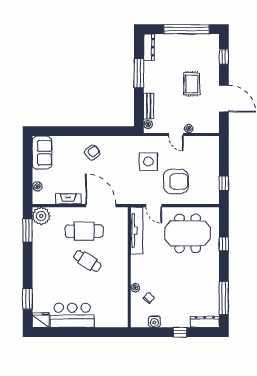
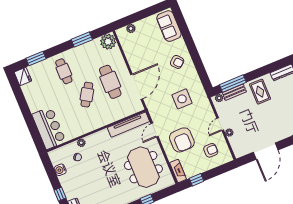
window: (139, 73) -> (233, 83), moved
rug: (192, 84) -> (260, 92), moved, turned 90
sofa: (42, 153) -> (169, 26), moved, turned 90
armchair: (199, 156) -> (211, 150), added
side table: (148, 162) -> (182, 99), moved
fireplace: (68, 199) -> (178, 171), moved
window: (28, 230) -> (82, 39), moved
cafe table: (53, 275) -> (64, 71), added
bar counter: (72, 315) -> (49, 128), moved

